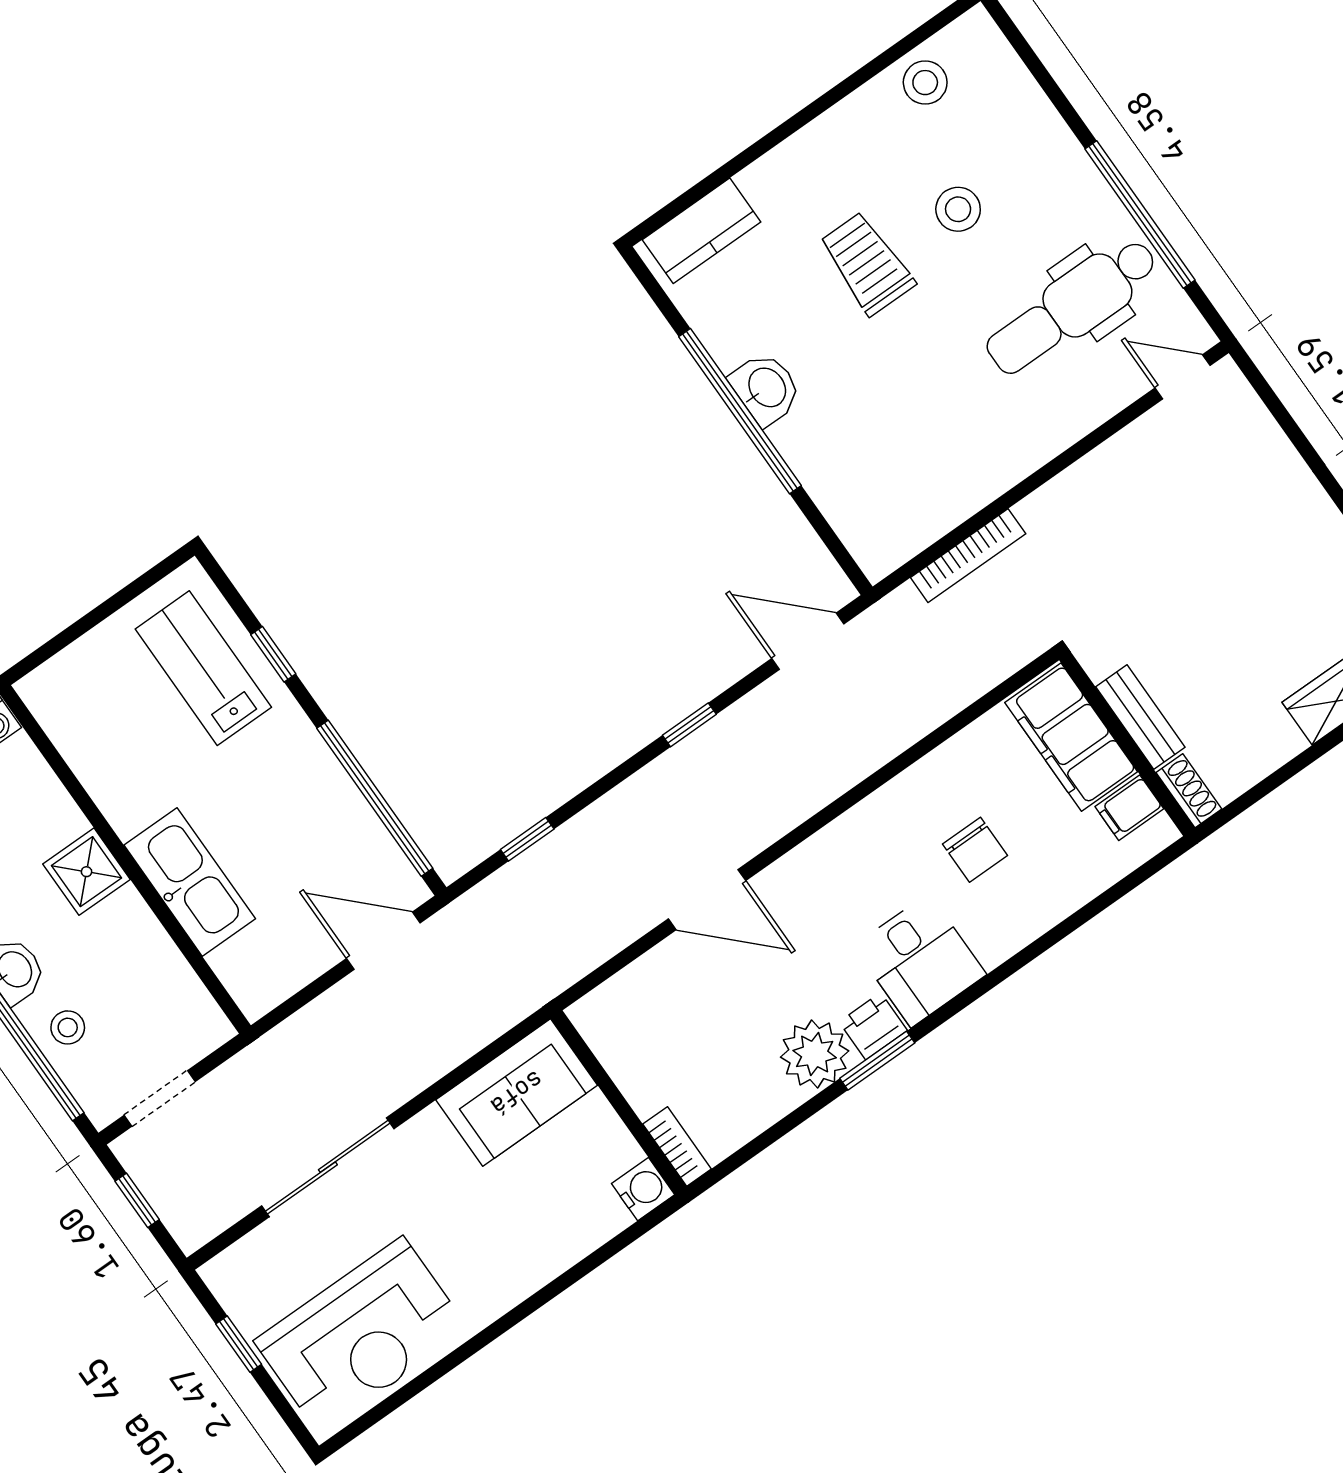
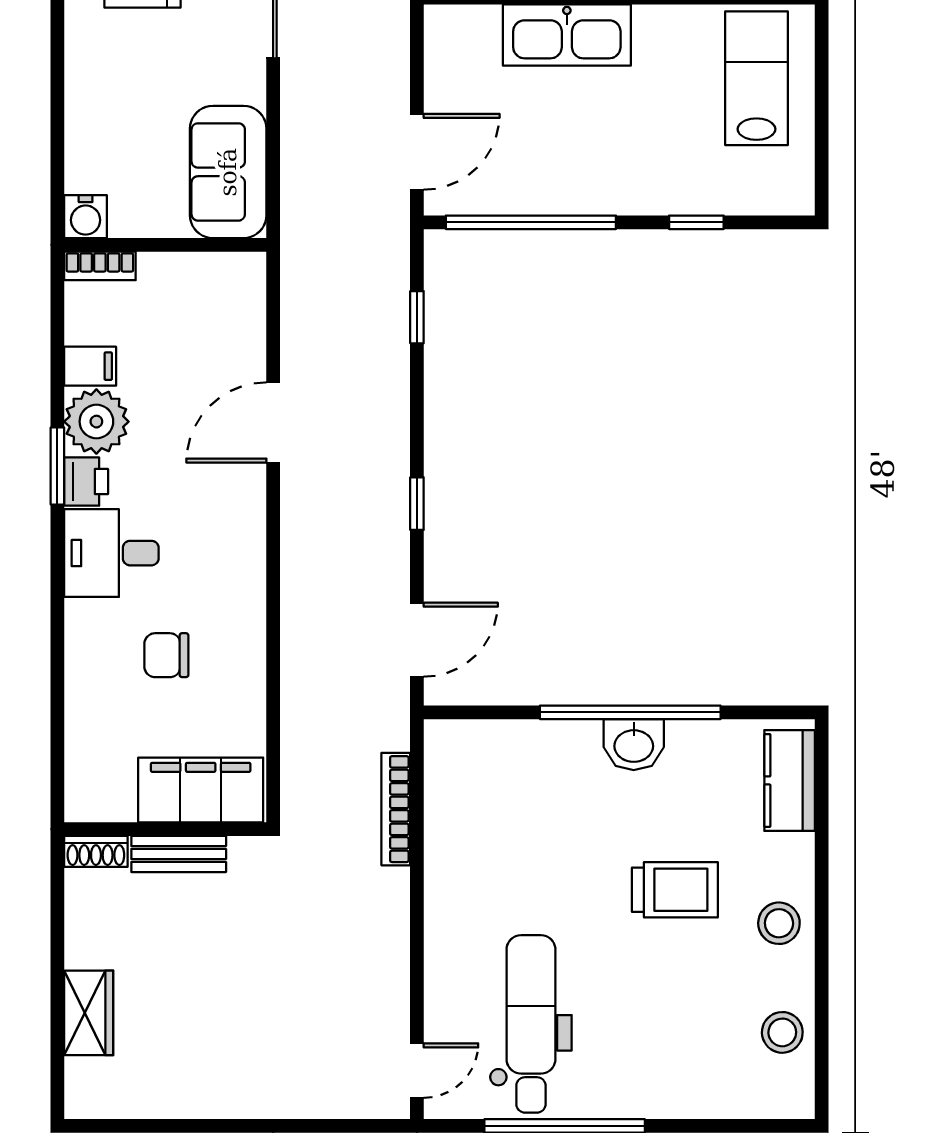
stool: (958, 209) -> (779, 923), moved
lab bench: (203, 668) -> (756, 78), moved, turned -90
filing cabinet: (1129, 808) -> (90, 366), moved, turned 90

